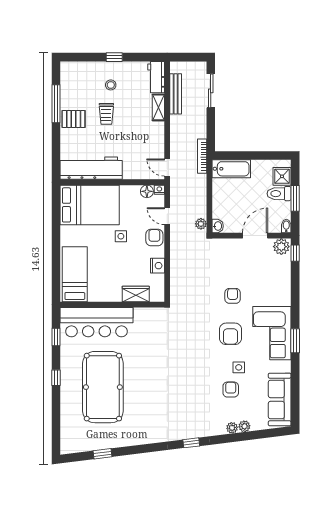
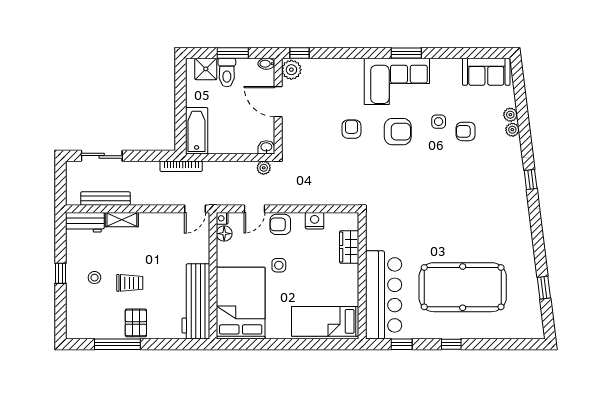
armchair: (233, 296) -> (351, 129), turned 90
sofa: (280, 399) -> (486, 72), width x0.73

